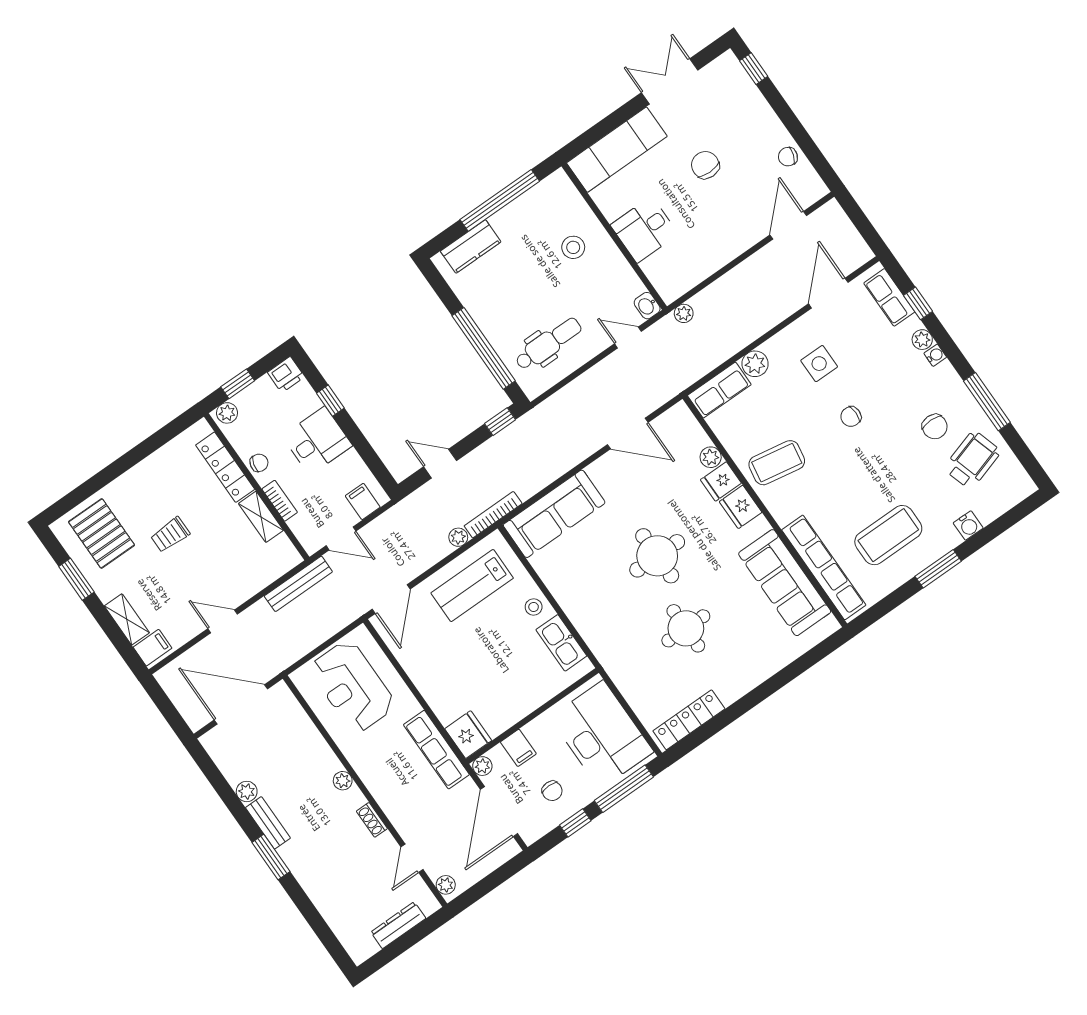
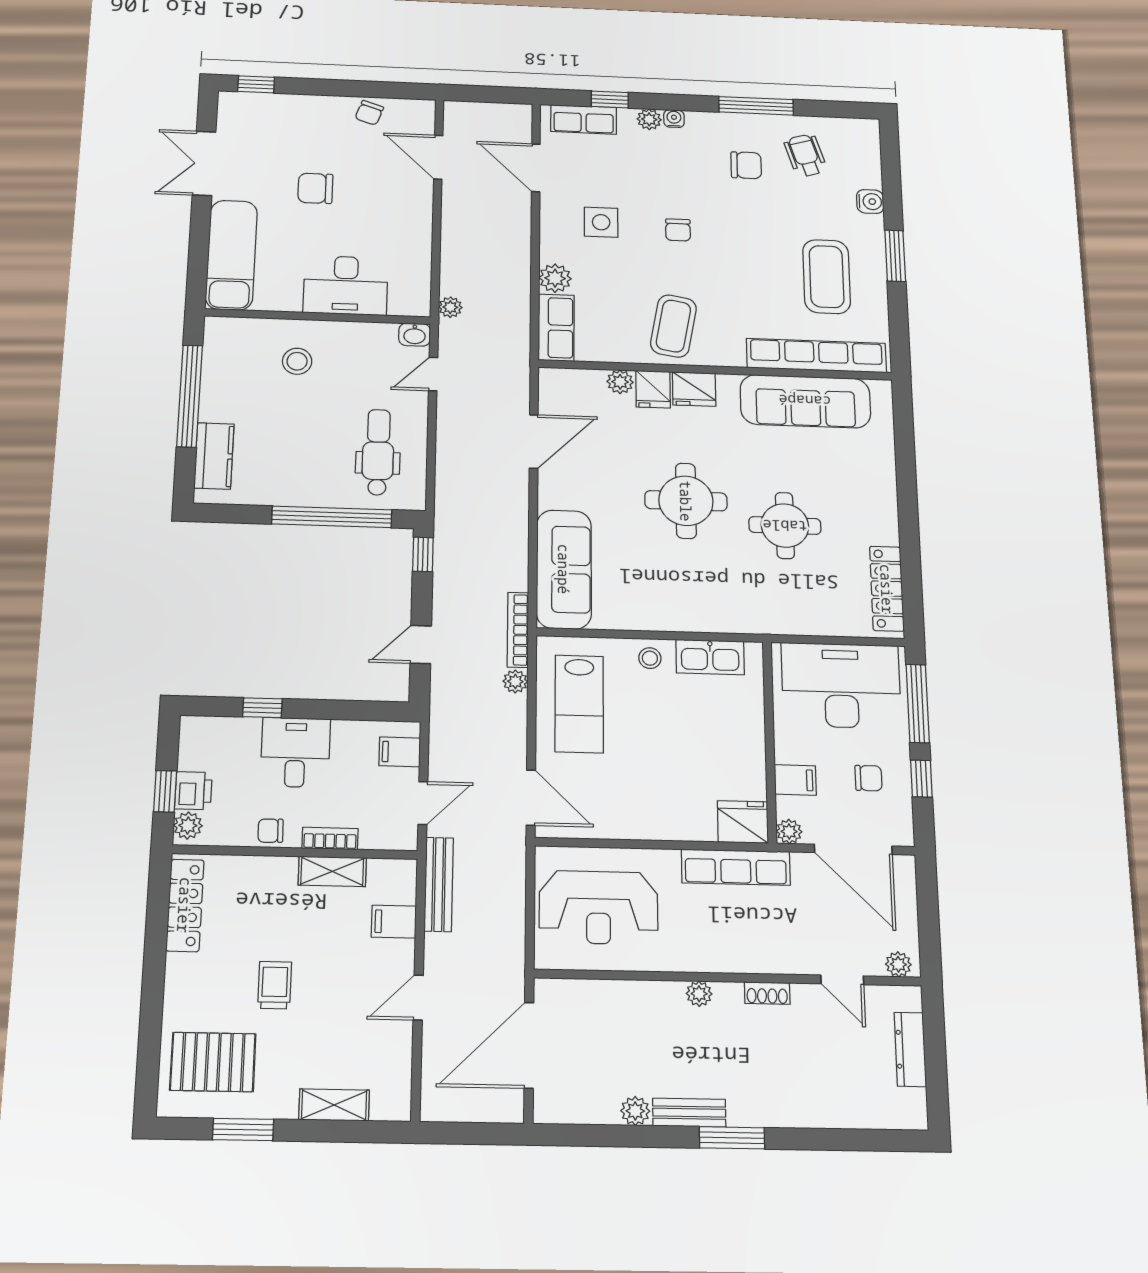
desk: (644, 230) -> (346, 285), width x1.37
printer: (286, 375) -> (193, 791), moved
wheelchair: (972, 460) -> (806, 155), width x0.73, depth x0.73
chair: (259, 463) -> (271, 831), turned -106
locker: (225, 467) -> (185, 905), moved, turned -90
trolley: (170, 535) -> (275, 985), turned 180
filing cabinet: (153, 648) -> (394, 922), moved, turned -90

